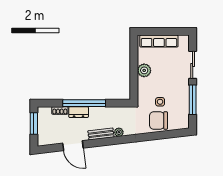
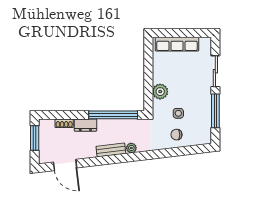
plant: (144, 70) -> (160, 92), moved
window: (84, 103) -> (113, 115), moved
chair: (158, 120) -> (176, 135), width x0.54, depth x0.54
door: (73, 146) -> (65, 165), moved

